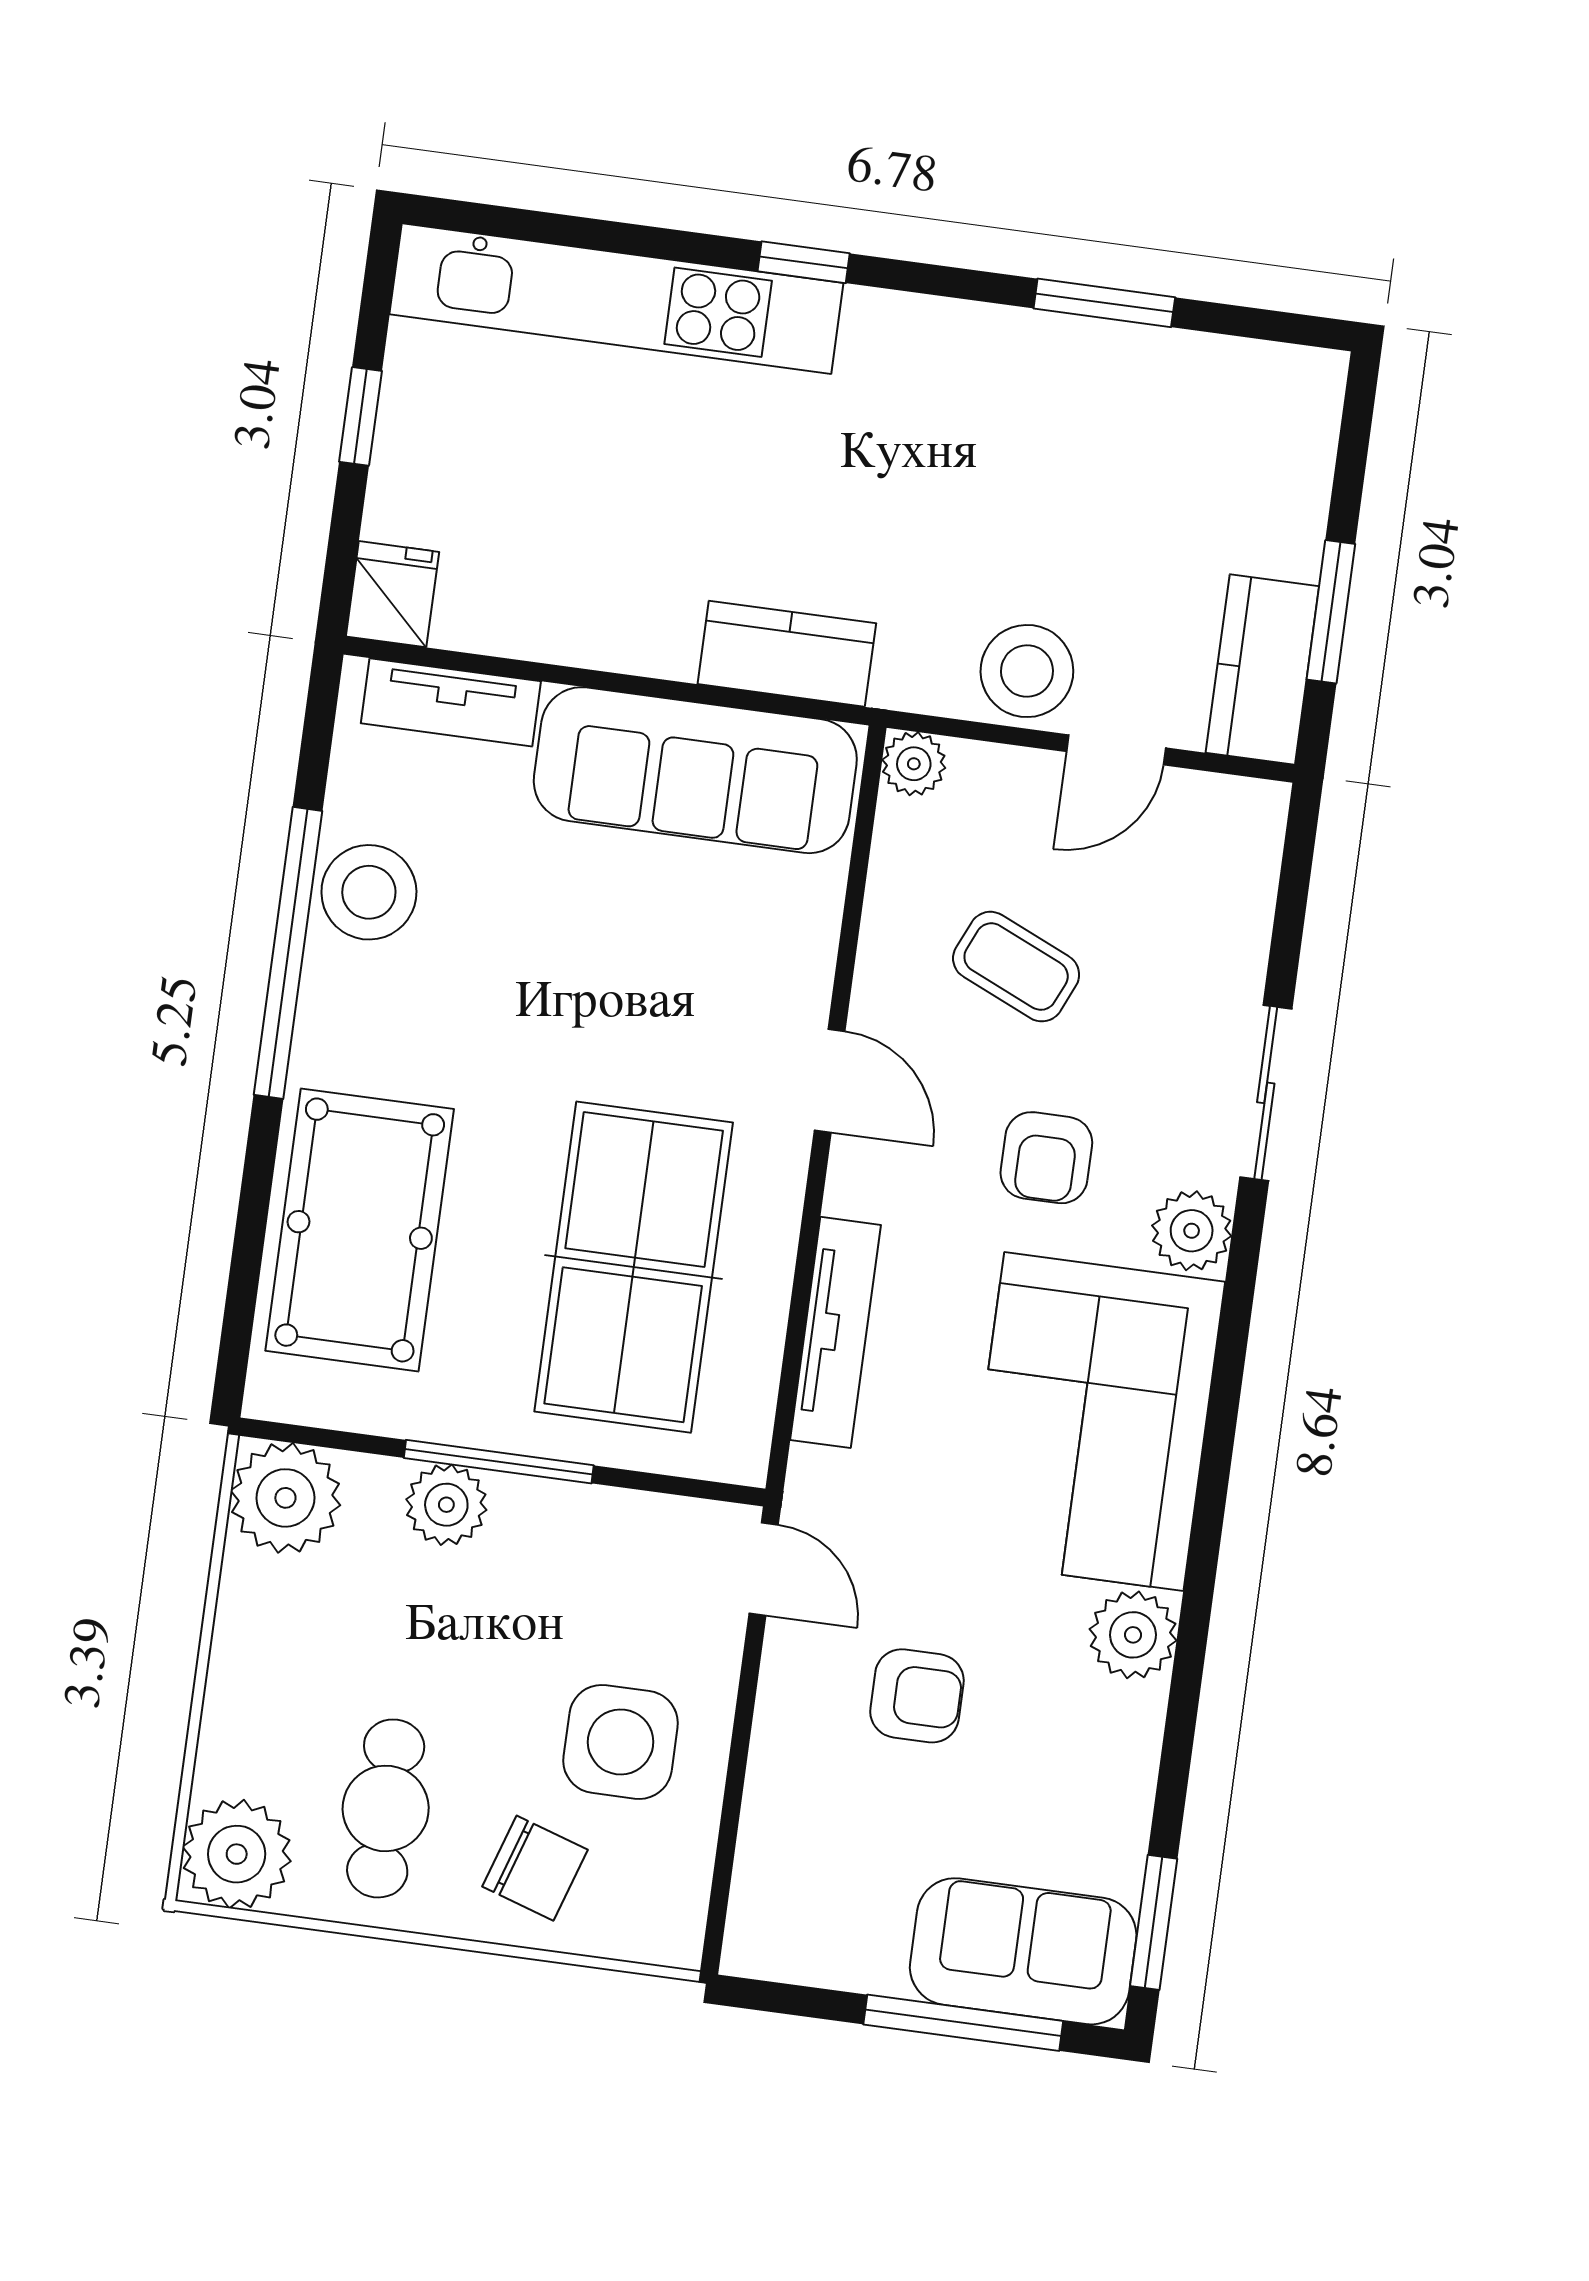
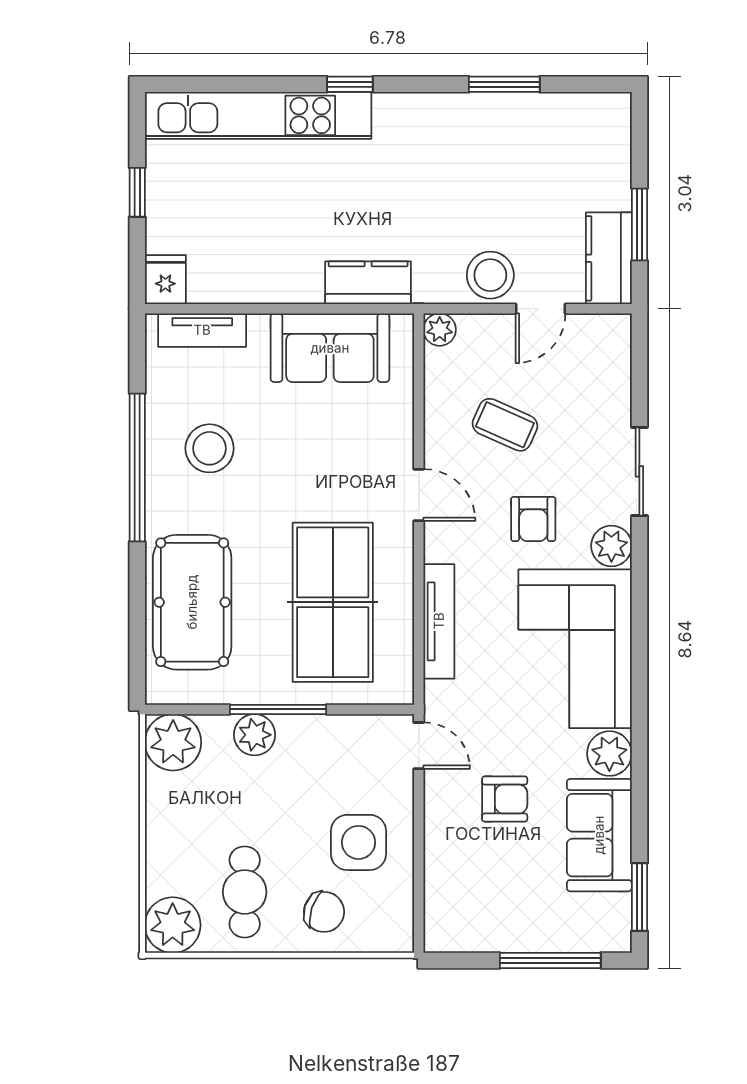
sofa: (695, 770) -> (330, 348), width x0.73
stool: (369, 892) -> (210, 448), moved
sofa: (1023, 1951) -> (599, 835), moved, turned -90

